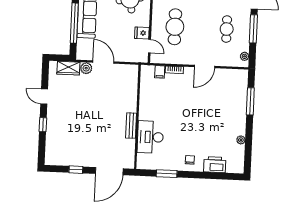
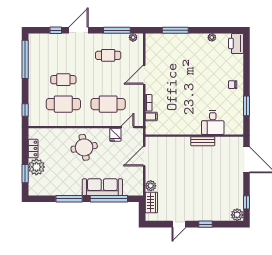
window: (253, 29) -> (117, 30), moved
door: (103, 62) -> (144, 156), moved
door: (204, 66) -> (144, 75), swing flipped
desk: (150, 137) -> (213, 123), width x0.73
plant: (51, 159) -> (237, 215), added
printer: (215, 165) -> (236, 43), moved
window: (76, 170) -> (246, 202), moved

